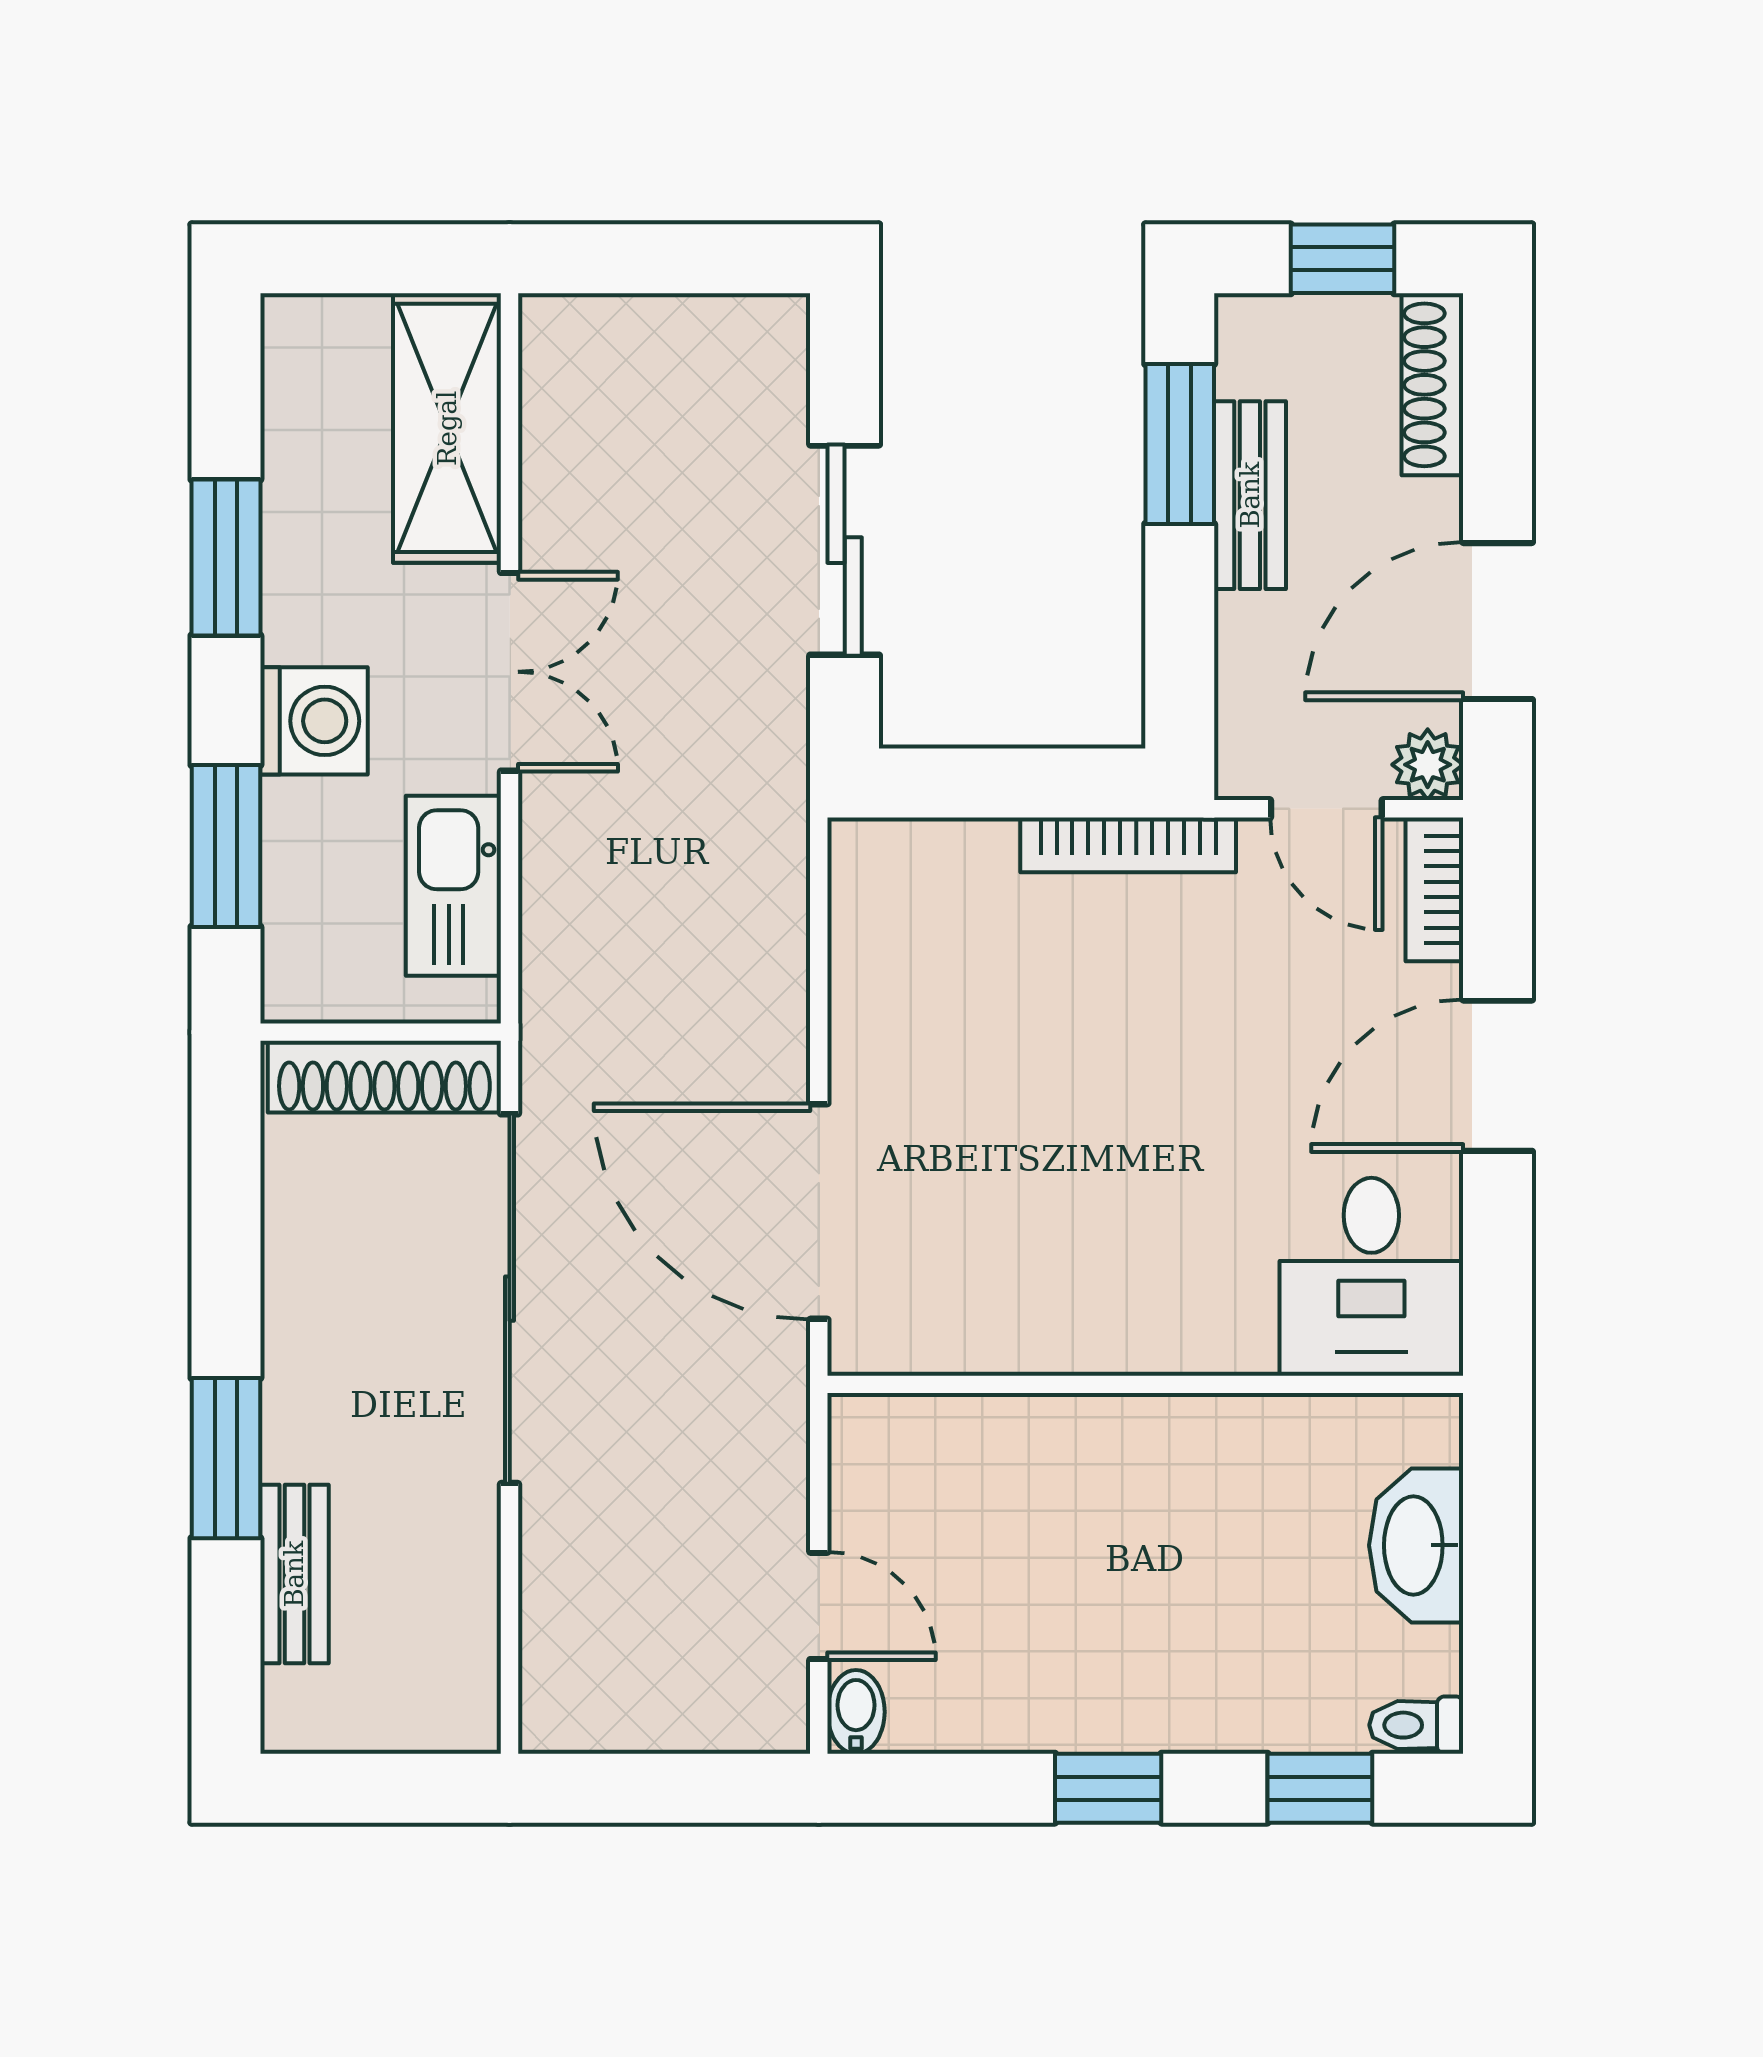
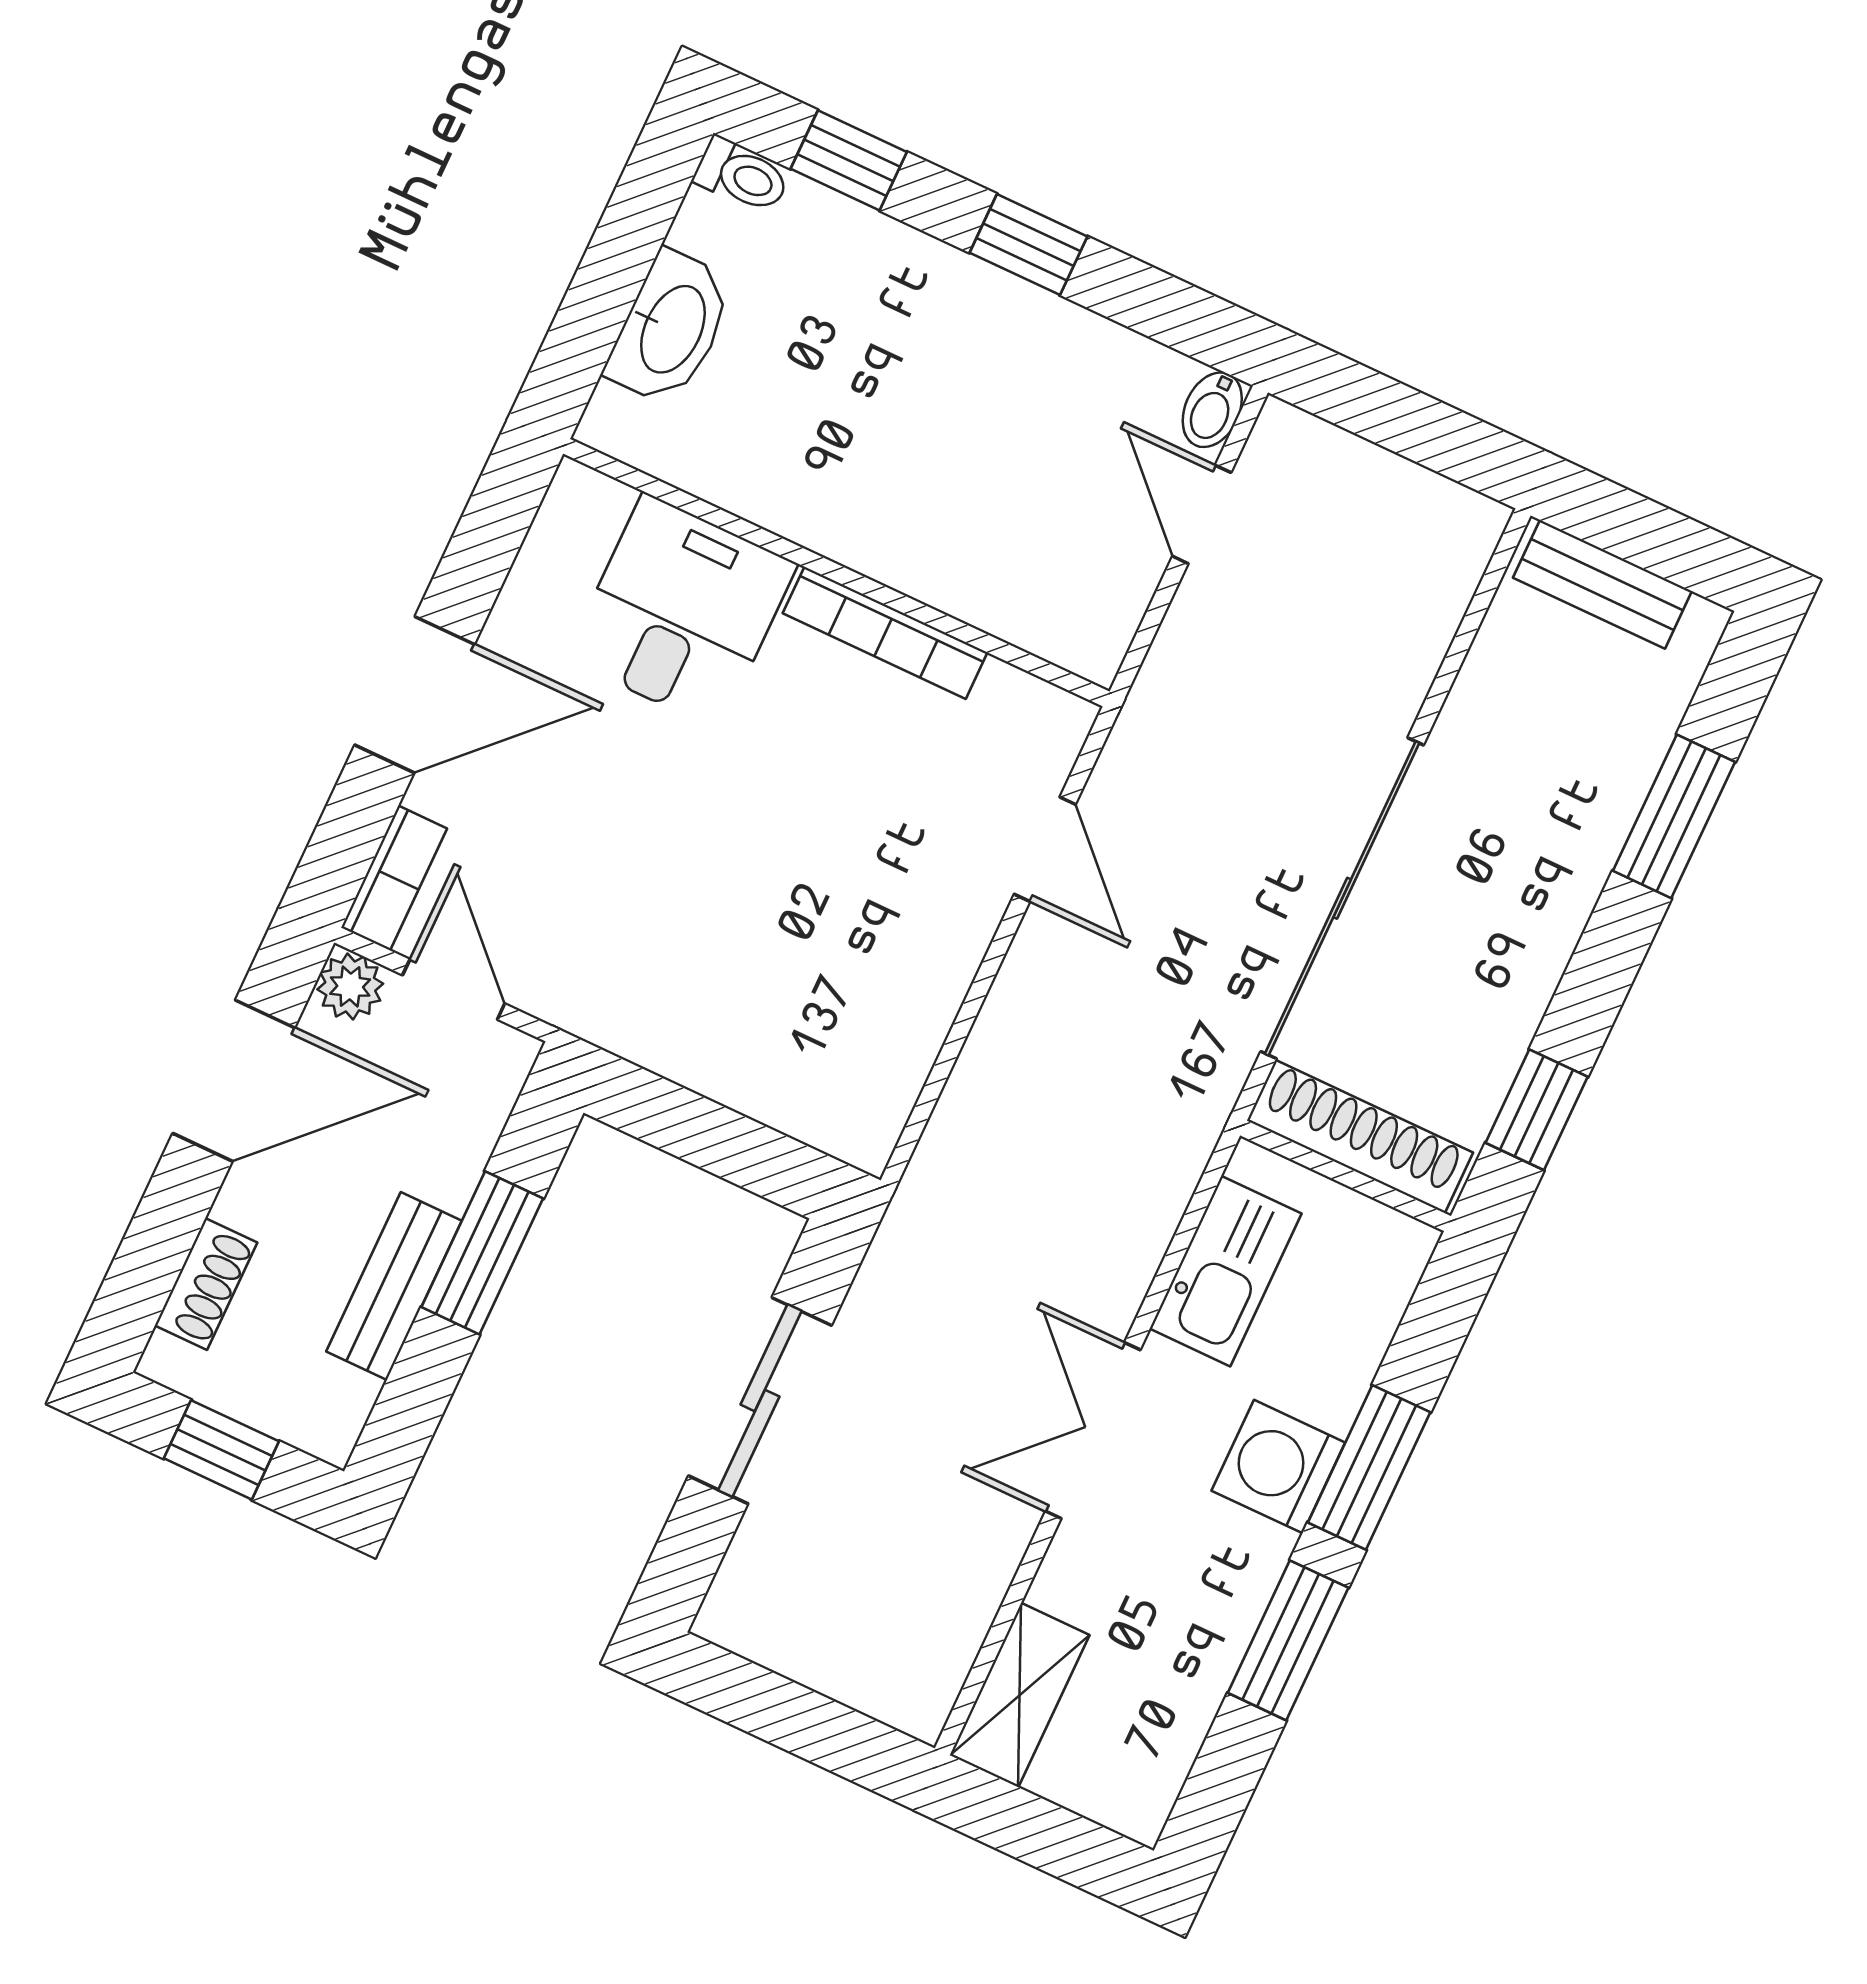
shoe rack: (1432, 385) -> (206, 1284), width x0.70
shelving: (447, 428) -> (1020, 1695), width x0.67, depth x0.75
window: (1180, 444) -> (482, 1253), moved
bookcase: (1128, 845) -> (885, 633), moved, turned 180
window: (226, 846) -> (1369, 1467), moved
window: (226, 1182) -> (1537, 1110), added
door: (819, 1212) -> (1045, 849), width x0.53
desk: (1371, 1277) -> (681, 611), moved
window: (226, 1458) -> (1674, 816), moved
bench: (294, 1574) -> (1602, 584), moved, turned 90

